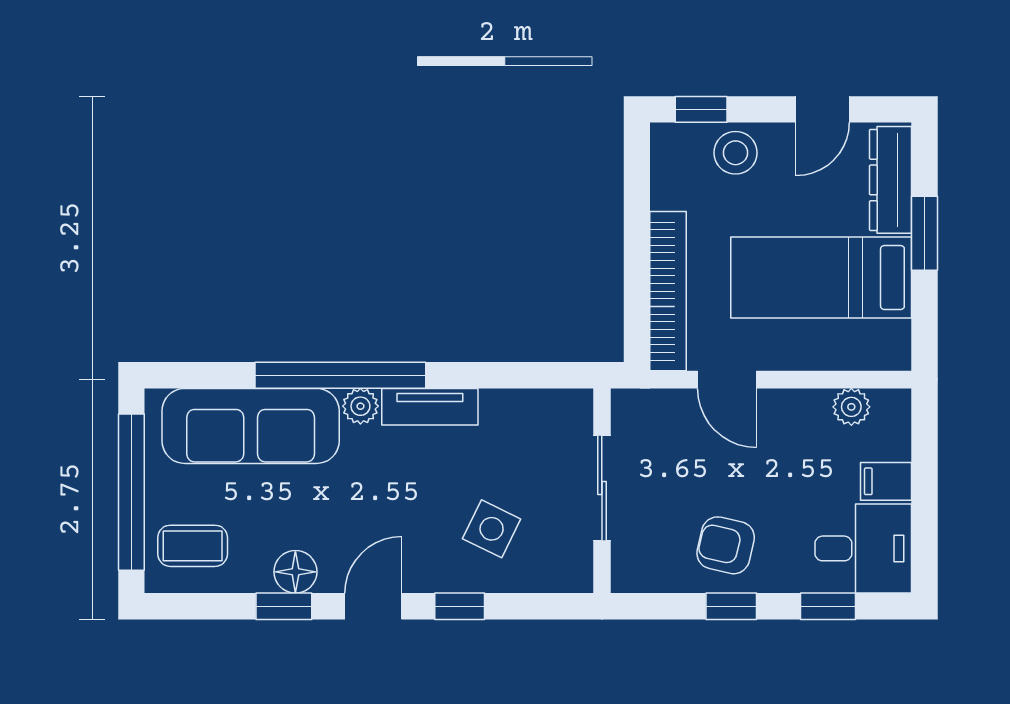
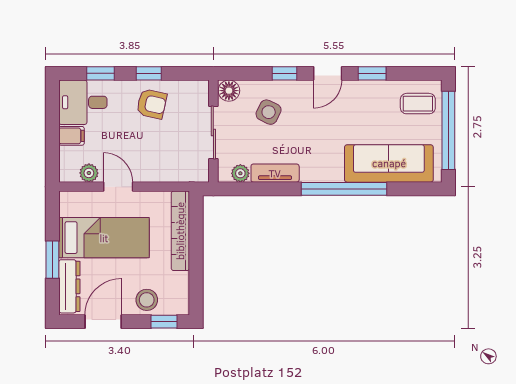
door: (823, 109) -> (103, 322), width x1.38
door: (727, 380) -> (118, 187), moved
plant: (360, 406) -> (240, 173), moved
tv unit: (430, 407) -> (275, 173), moved
floor lamp: (295, 572) -> (229, 91), moved

